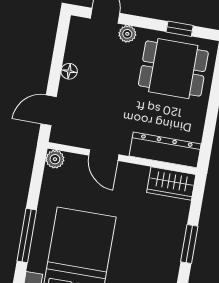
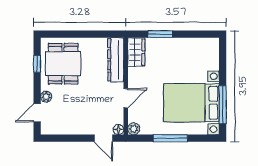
floor lamp: (69, 71) -> (118, 129), moved
window: (27, 236) -> (170, 138), moved
window: (189, 244) -> (160, 34), moved

